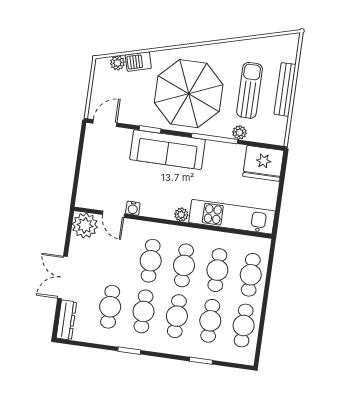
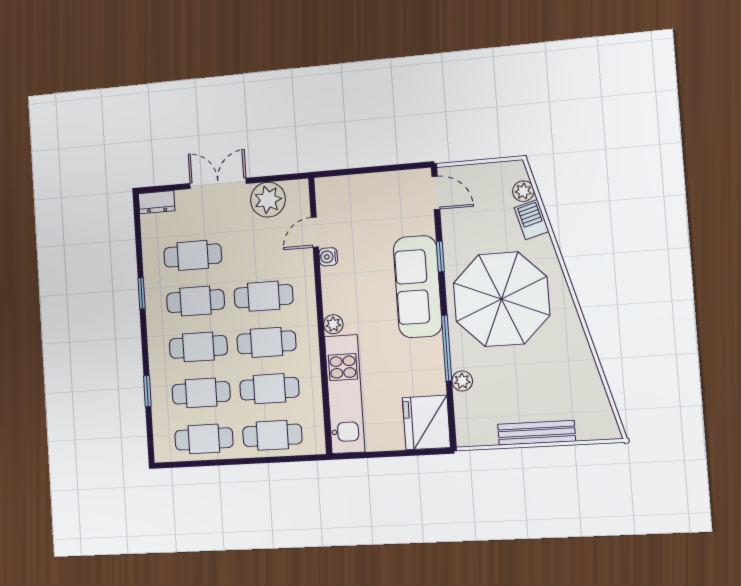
sun lounger: (250, 90) -> (524, 383), removed
plant: (85, 225) -> (268, 200), moved
dresser: (66, 320) -> (157, 202), width x0.70

